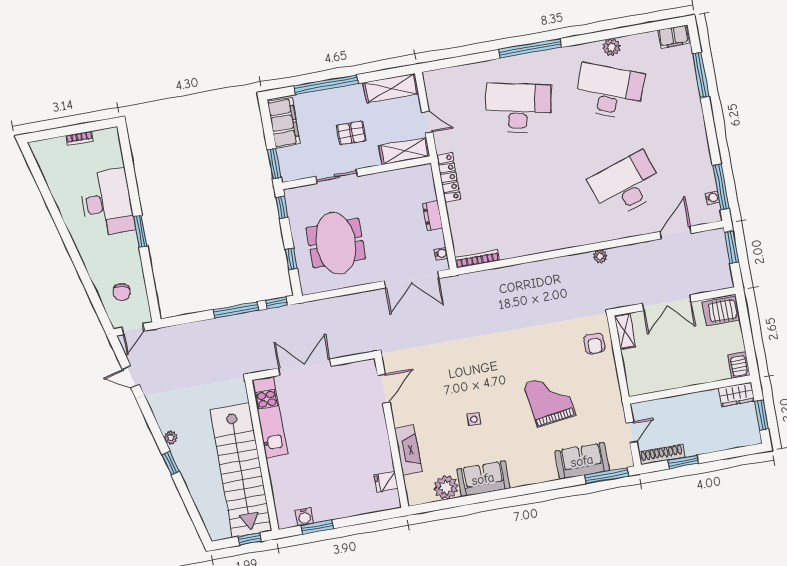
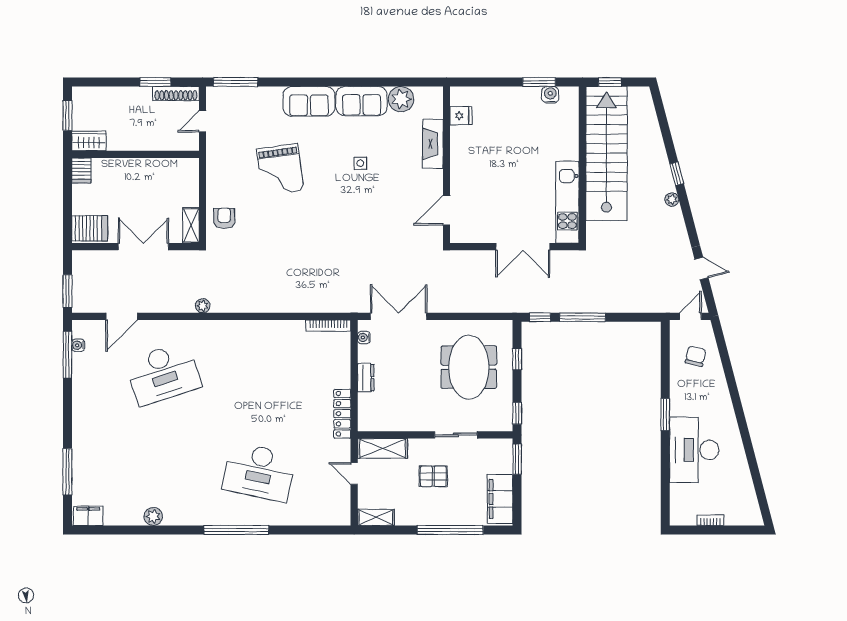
shelving: (391, 88) -> (376, 517), width x0.67, depth x0.75
desk: (609, 91) -> (163, 472), removed
sofa: (582, 461) -> (309, 101), moved

